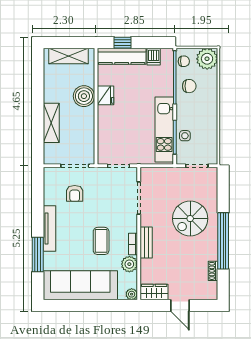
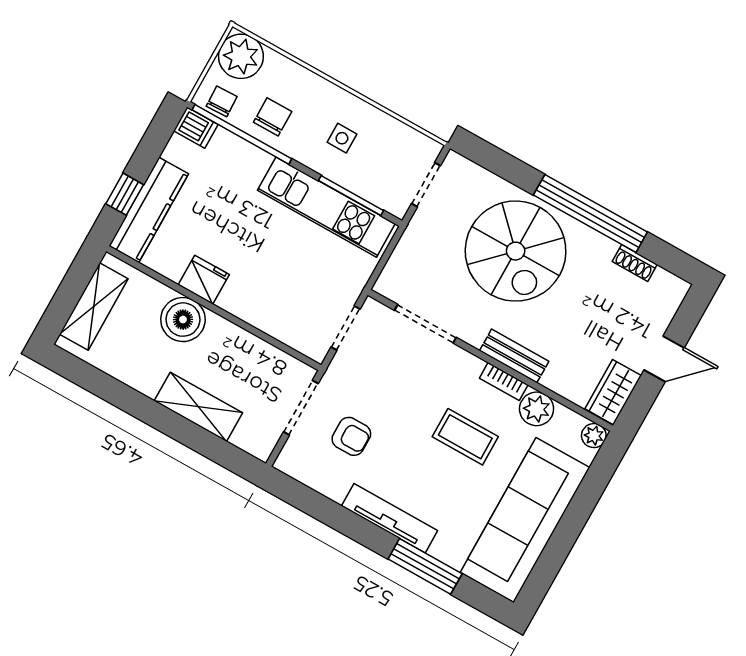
dishwasher: (154, 57) -> (196, 128), moved
side table: (185, 136) -> (342, 138), moved
spiral stairs: (190, 219) -> (516, 251), width x1.37, depth x1.37

